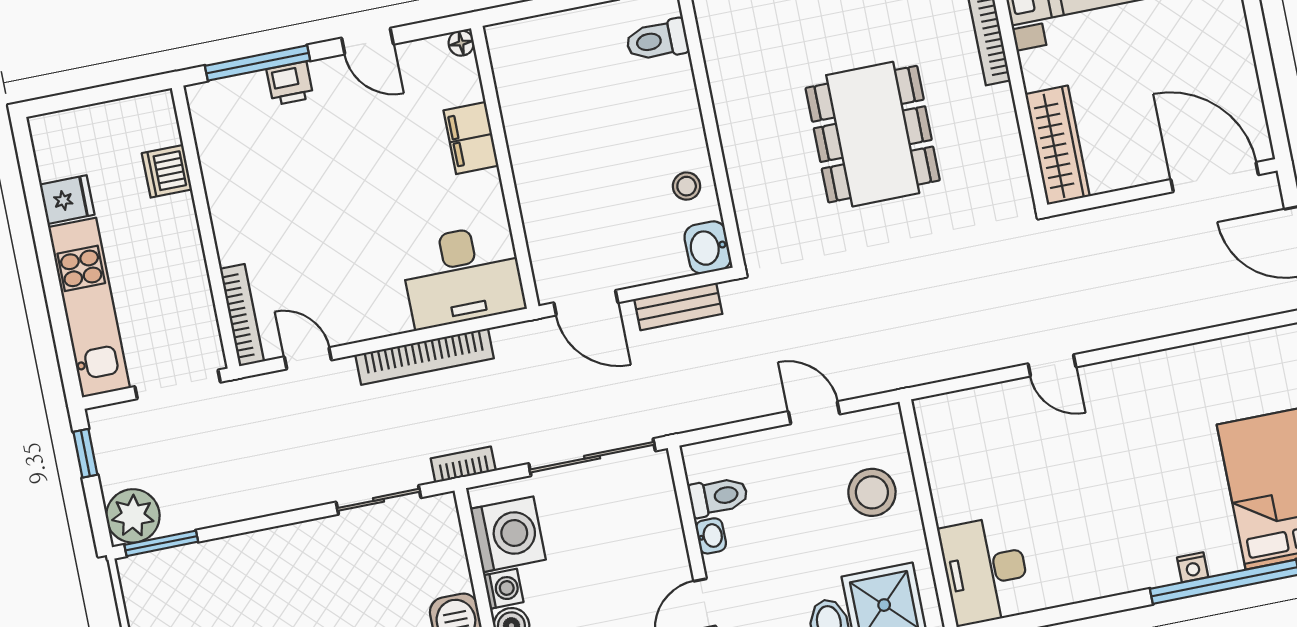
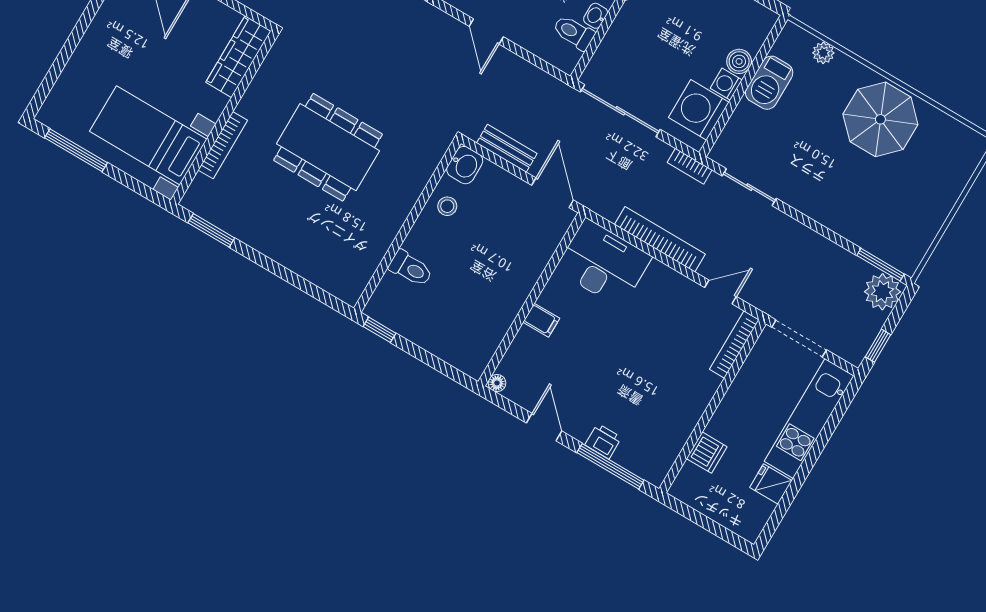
toilet: (657, 40) -> (411, 269), moved
dining table: (873, 134) -> (328, 147), turned 90
filing cabinet: (471, 138) -> (541, 320), width x0.50
door: (308, 358) -> (720, 292), swing flipped

